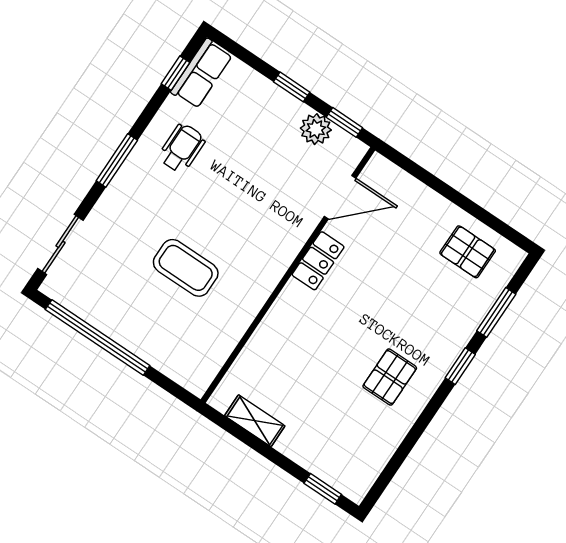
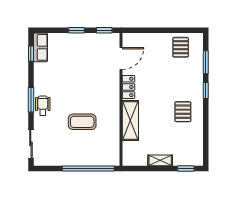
plant: (316, 129) -> (96, 40), removed
wheelchair: (182, 148) -> (43, 106), moved
pallet: (468, 252) -> (181, 47), turned 90
shelving: (279, 327) -> (130, 120), added
window: (98, 337) -> (88, 169), moved
shelving: (255, 421) -> (160, 160), moved

